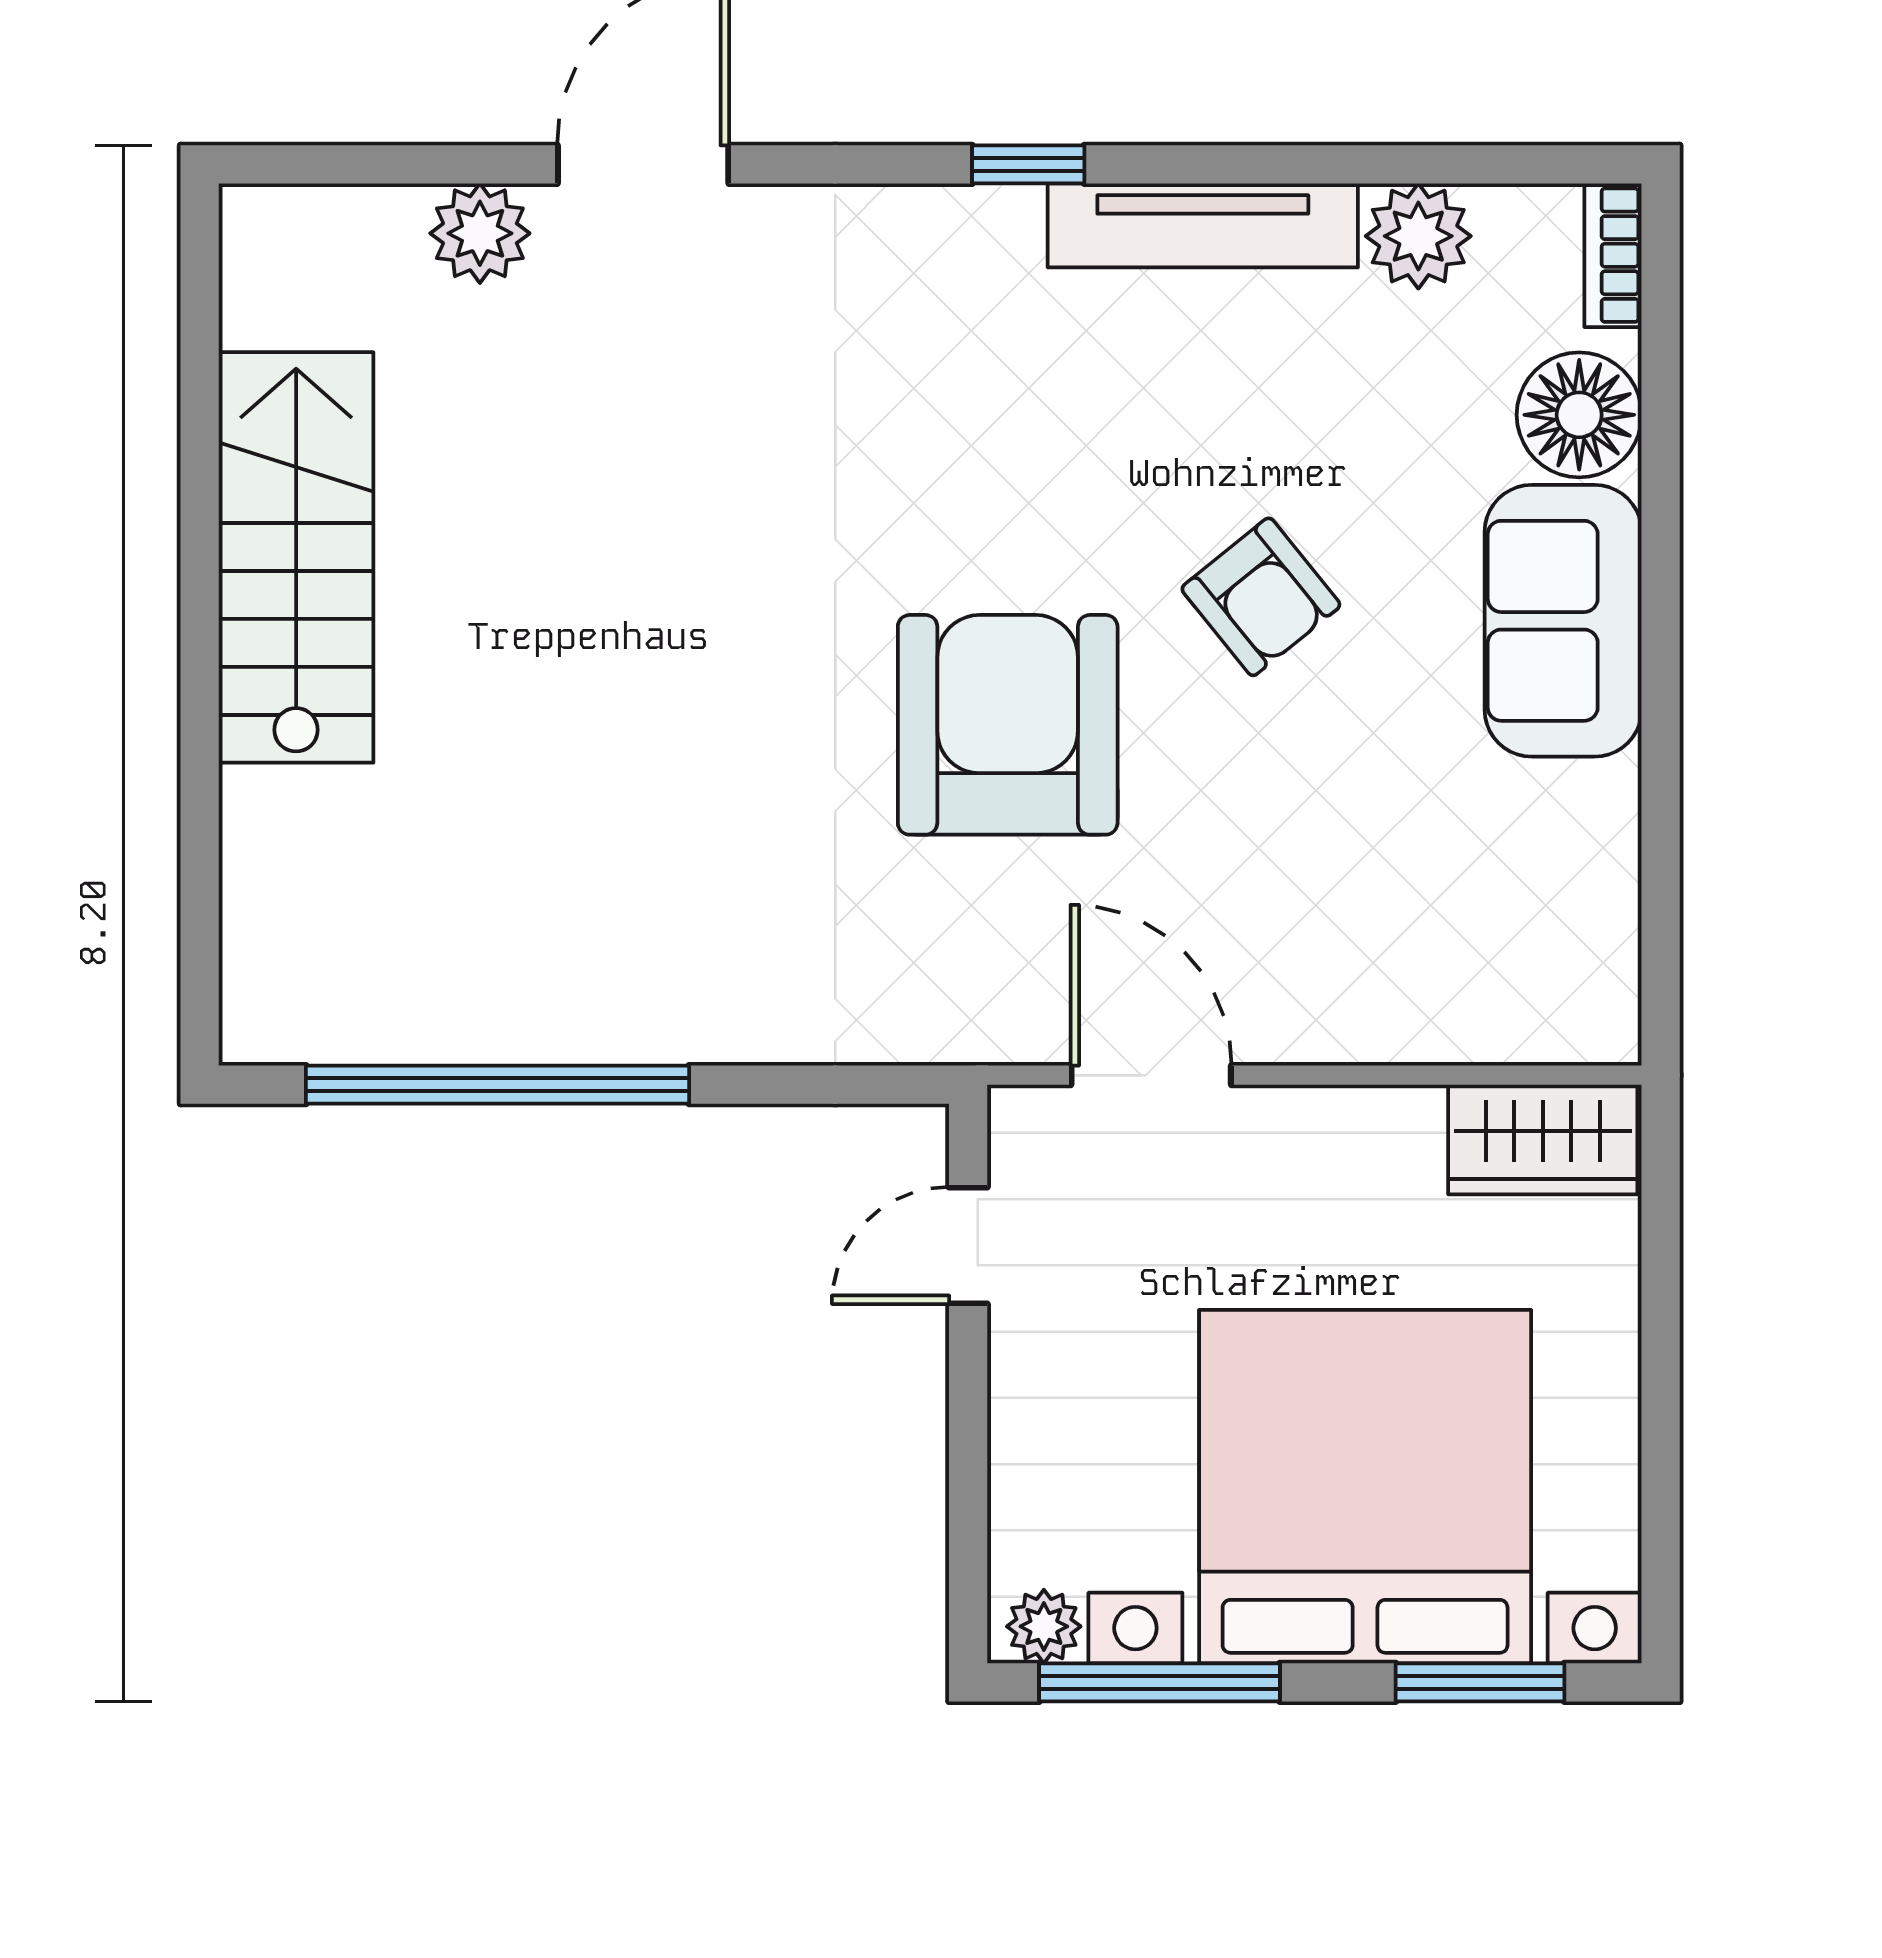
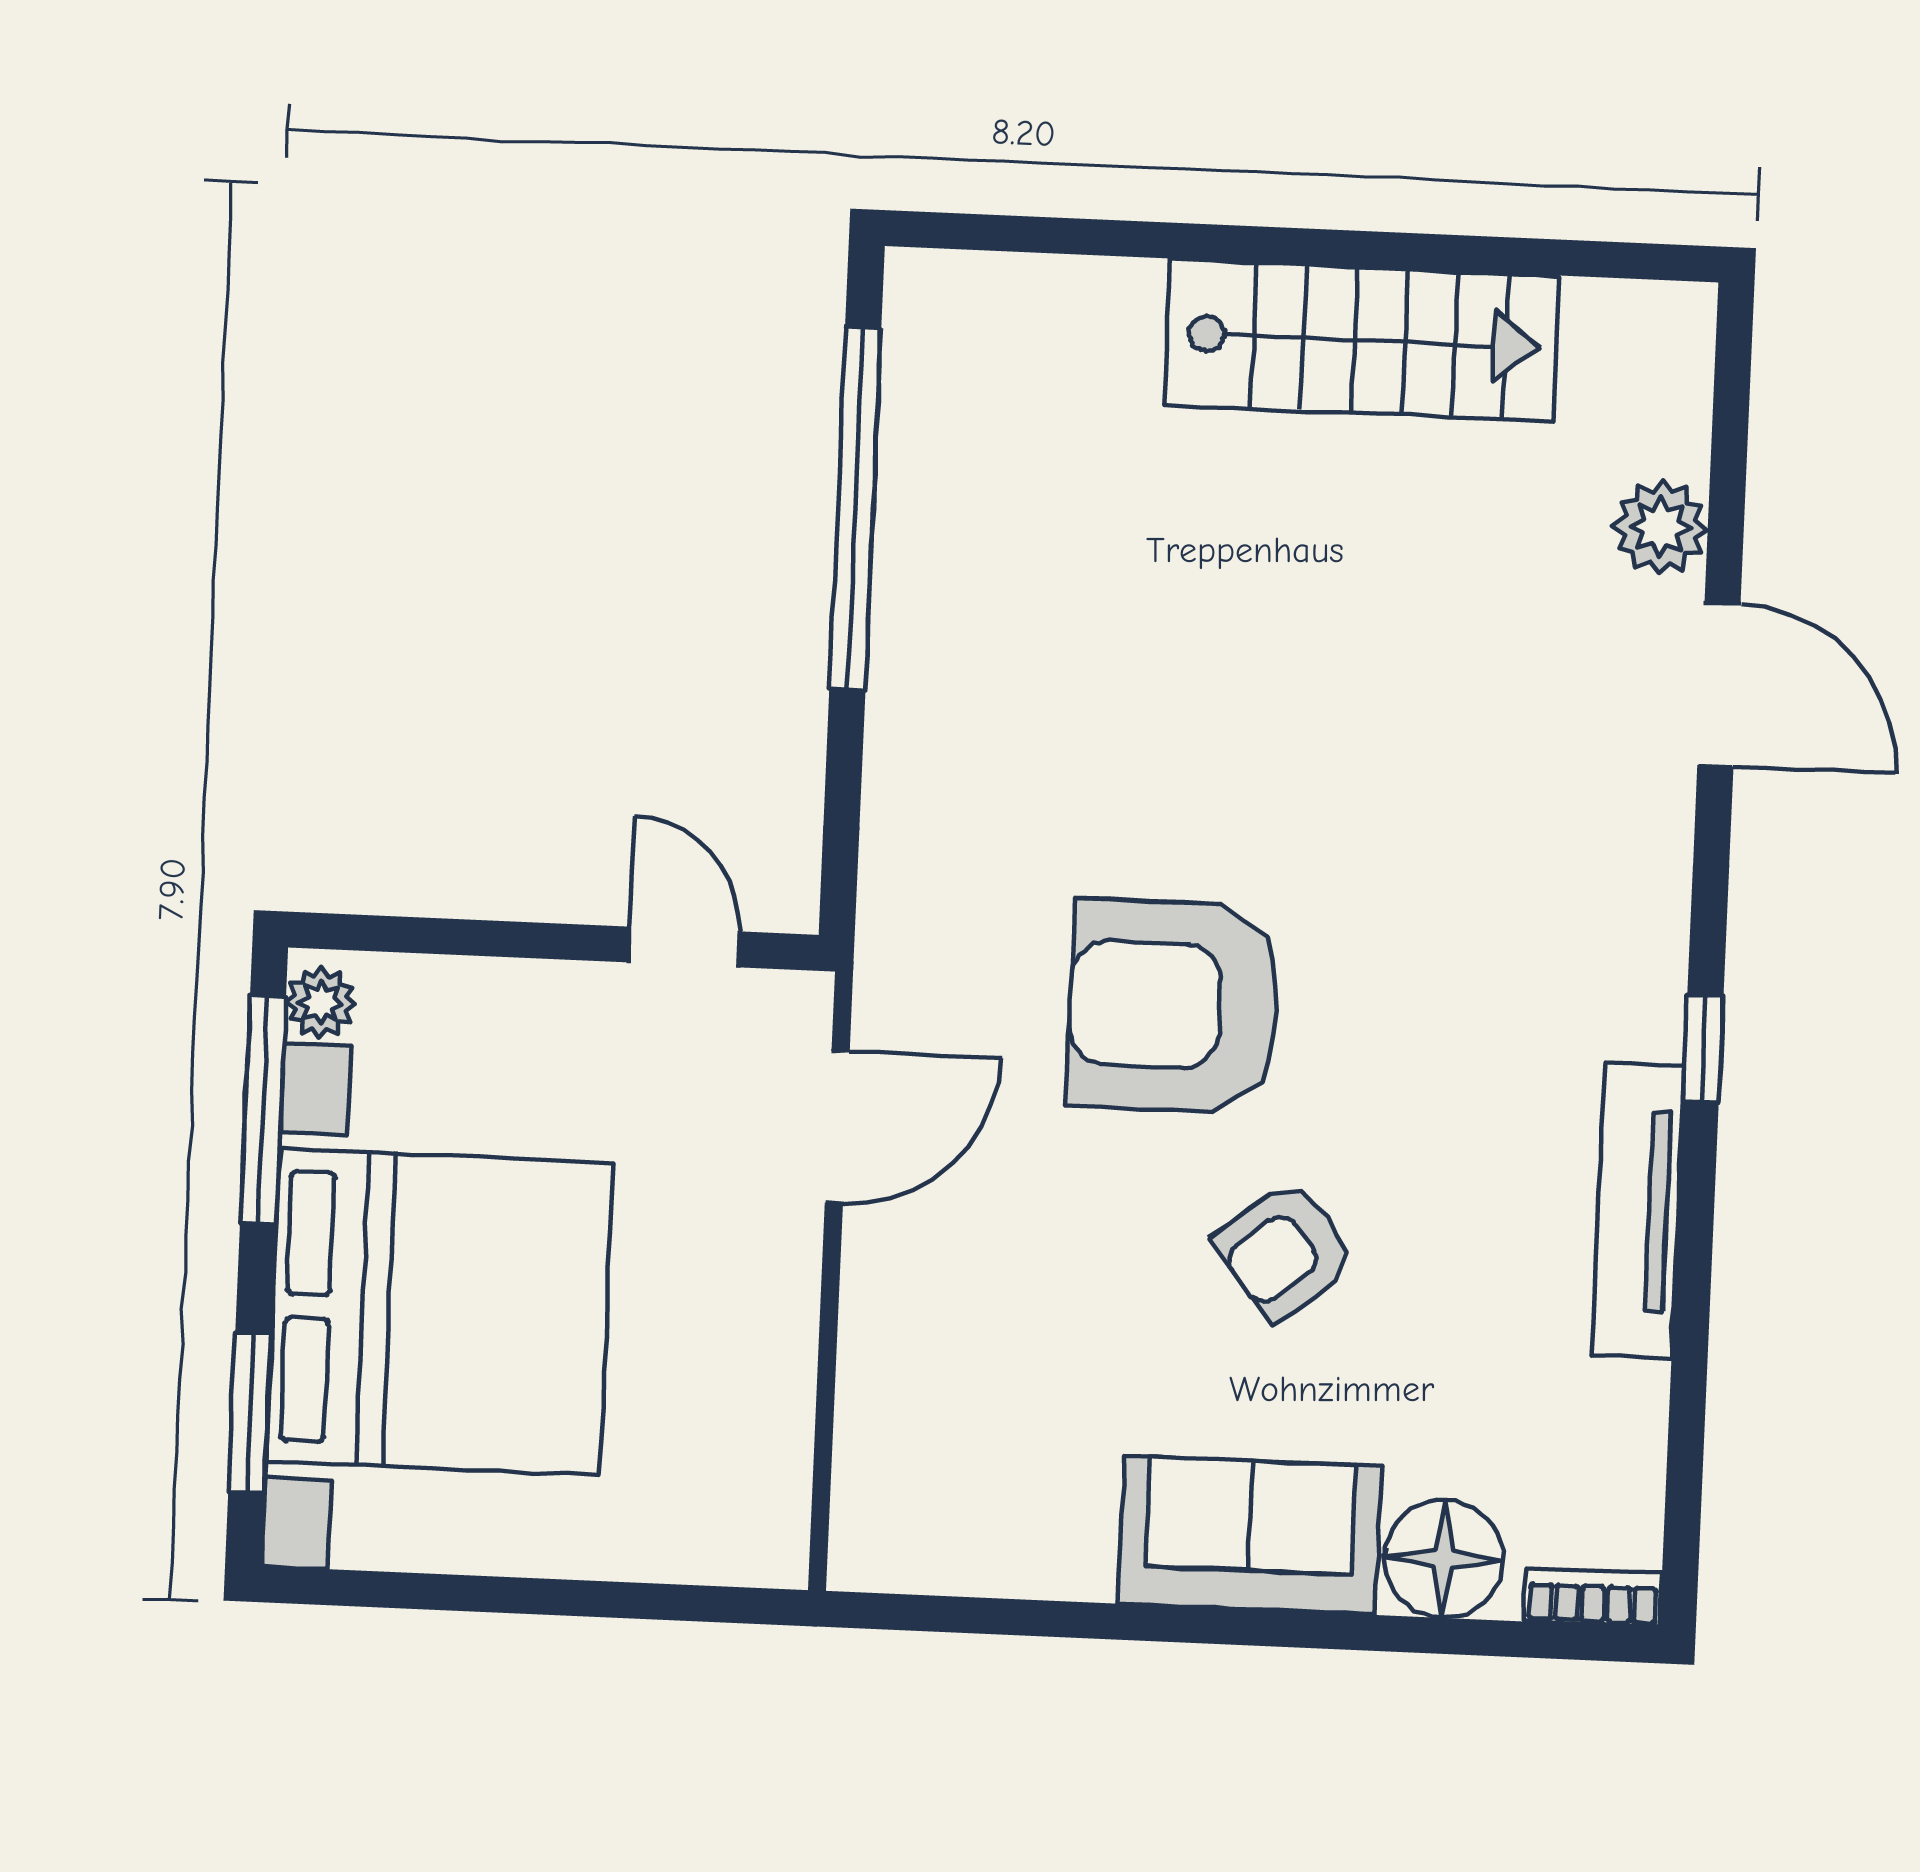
plant: (1418, 236) -> (1619, 1414), removed
armchair: (1008, 725) -> (1174, 1006), turned 180
wardrobe: (1543, 1140) -> (760, 1494), removed

